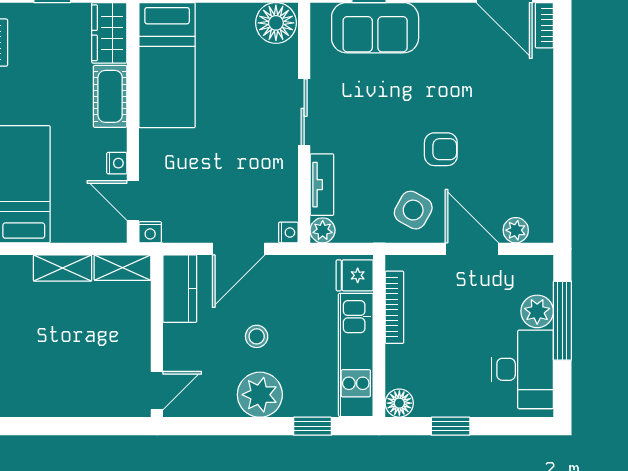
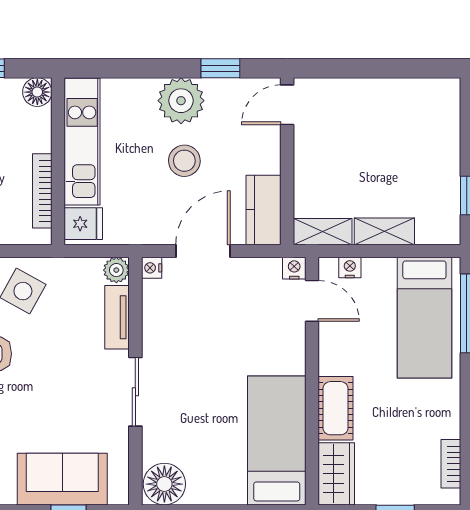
nightstand: (117, 163) -> (350, 268), moved, turned 90
stool: (257, 336) -> (184, 161), width x1.37, depth x1.37
window: (312, 426) -> (220, 68), moved

